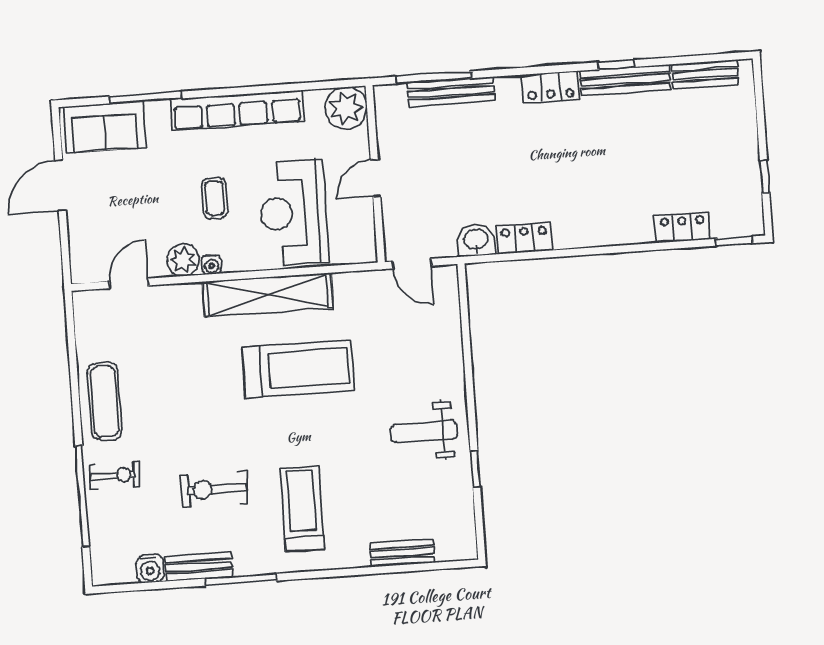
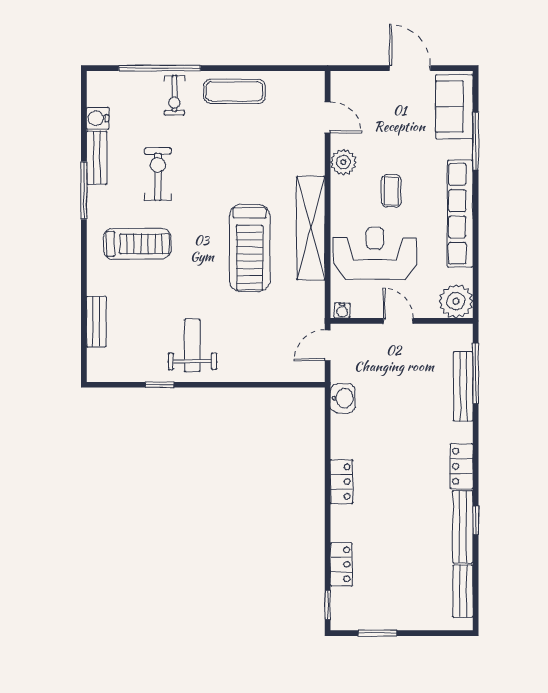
window: (765, 177) -> (378, 633), width x1.50
coffee table: (215, 198) -> (391, 191), turned 90
locker: (524, 238) -> (341, 482), moved
water cooler: (211, 265) -> (342, 311), moved, turned -90

